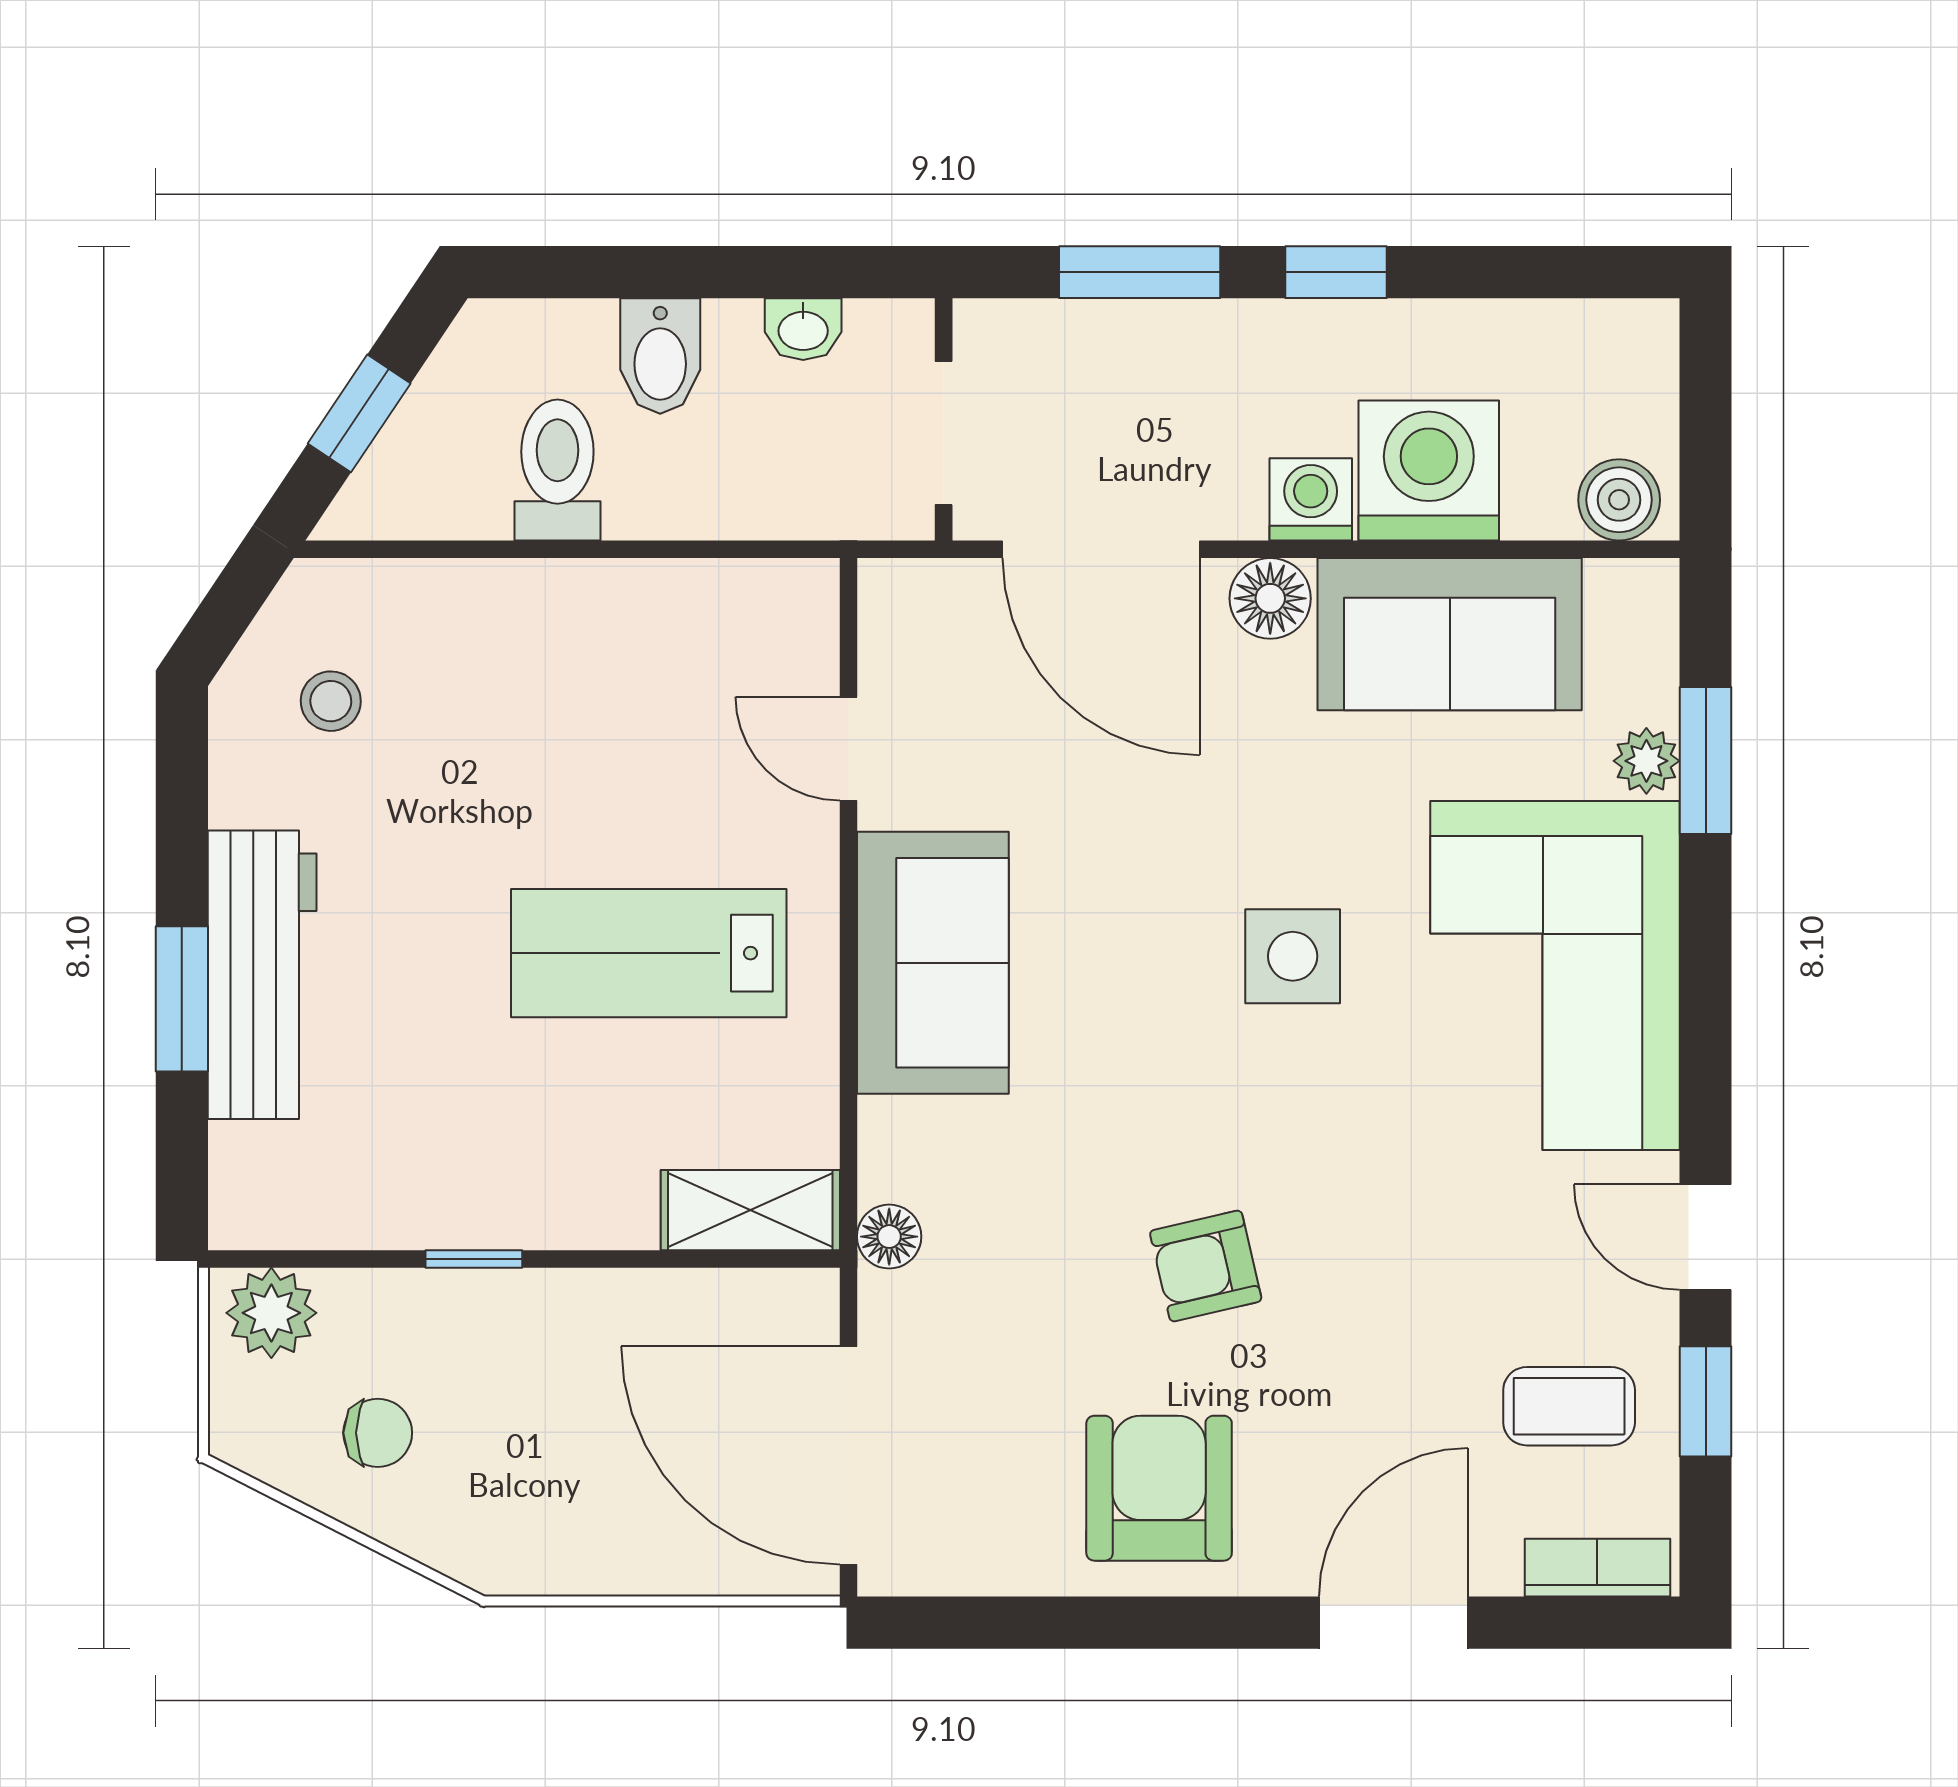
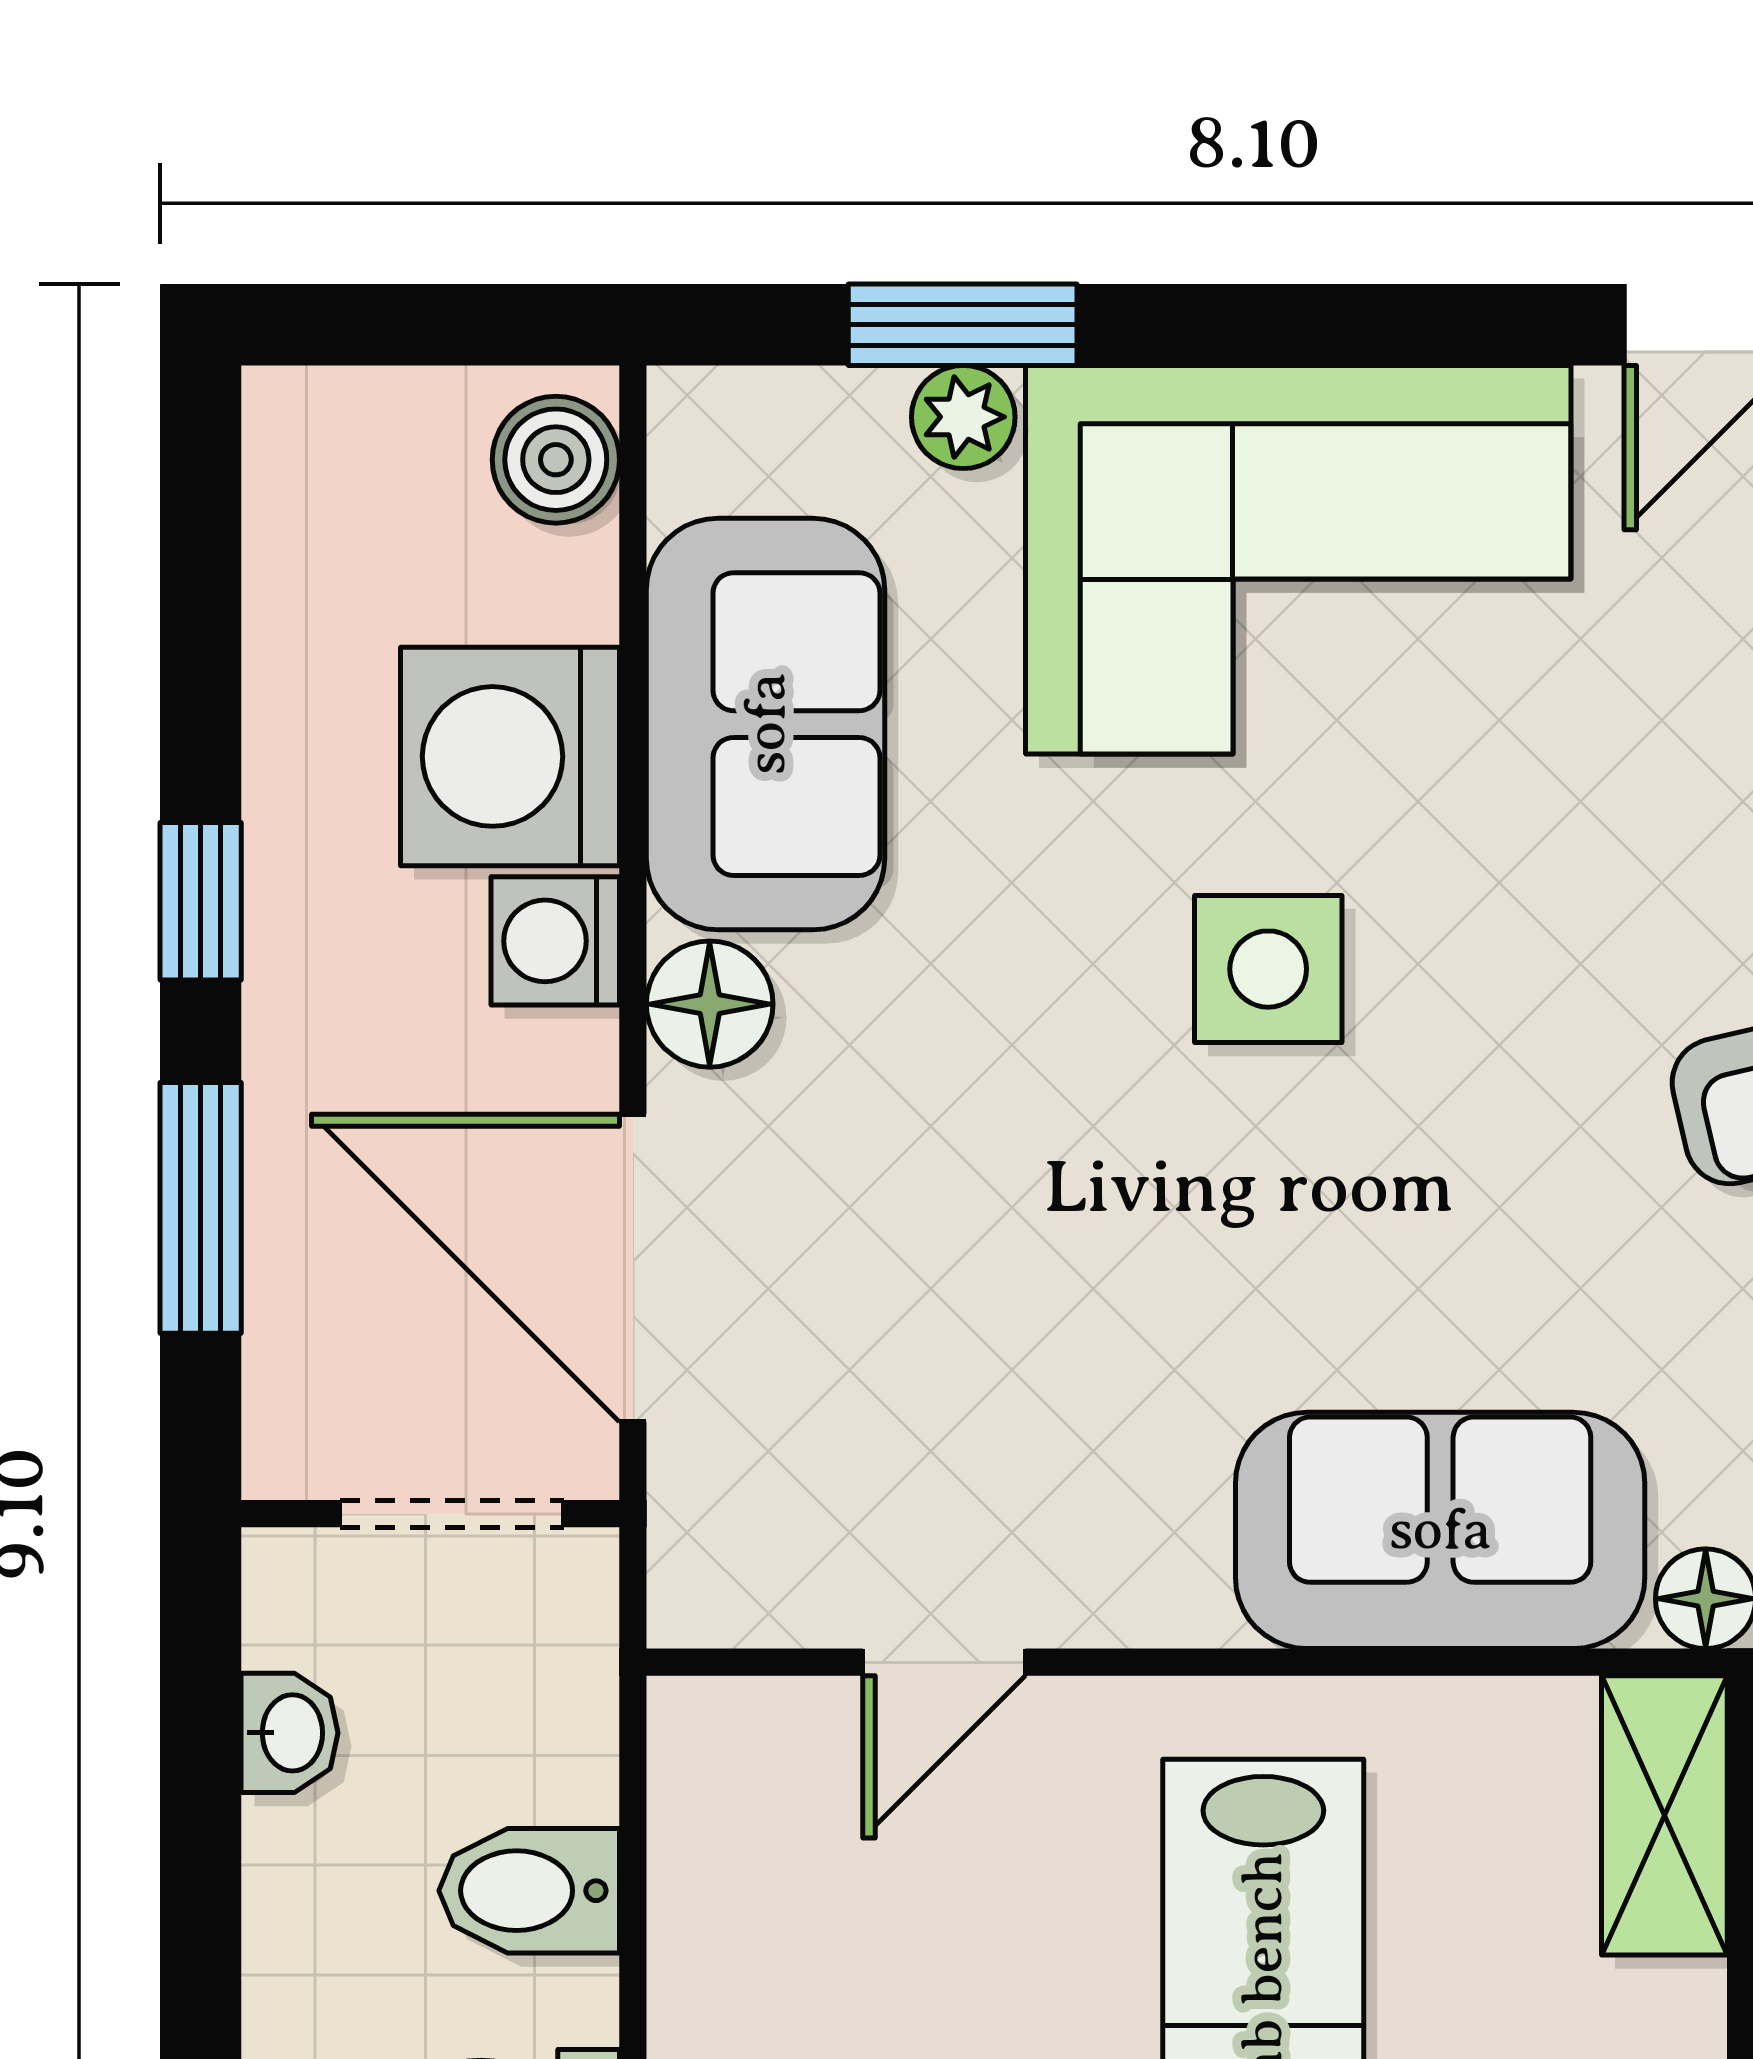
bidet: (660, 356) -> (529, 1891), moved, turned 180
door: (1101, 549) -> (633, 1268), swing flipped
sofa: (933, 963) -> (1440, 1530), moved

